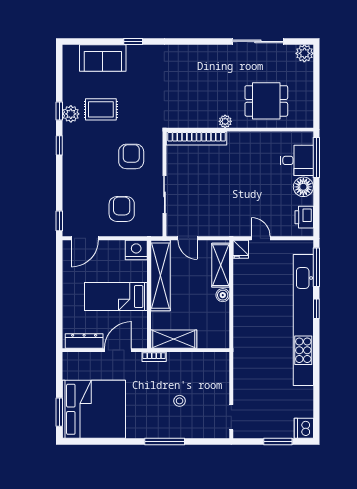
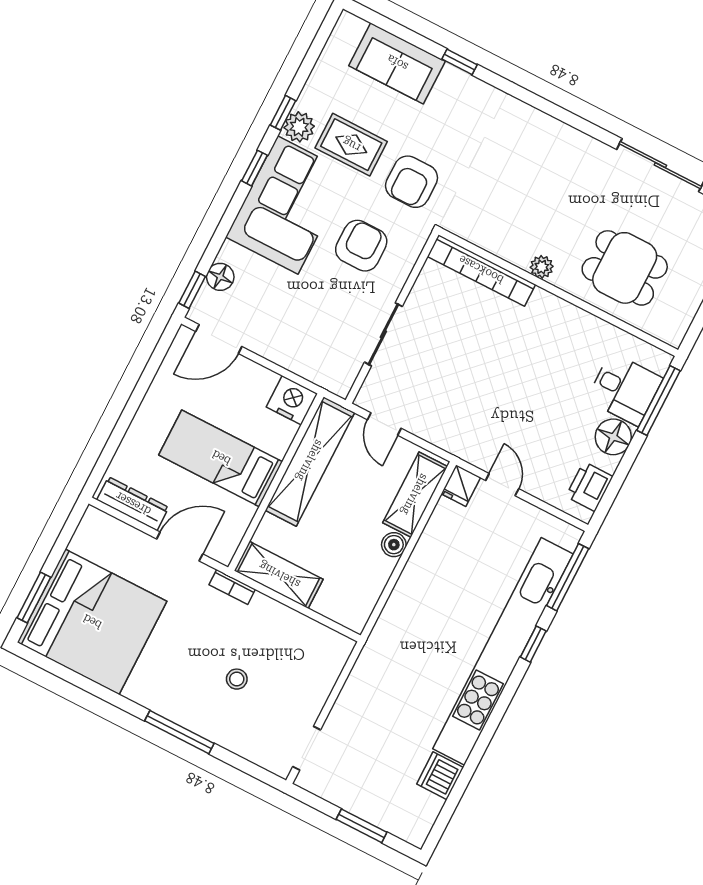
corner sofa: (85, 155) -> (288, 205), added
floor lamp: (70, 207) -> (220, 277), added
armchair: (122, 209) -> (412, 182), moved, turned 180
dishwasher: (304, 428) -> (440, 776), moved

